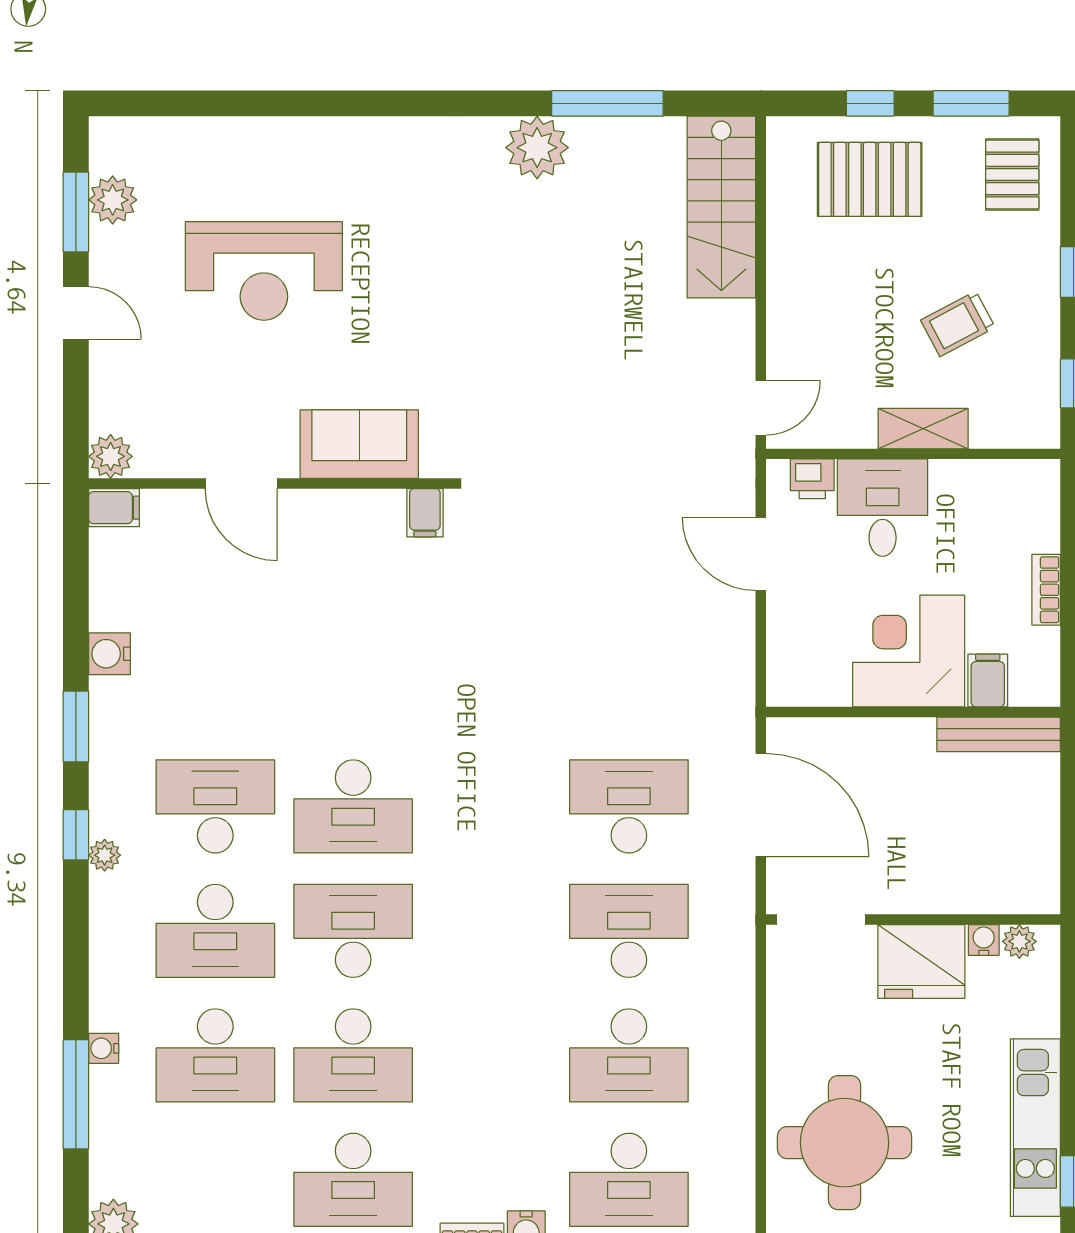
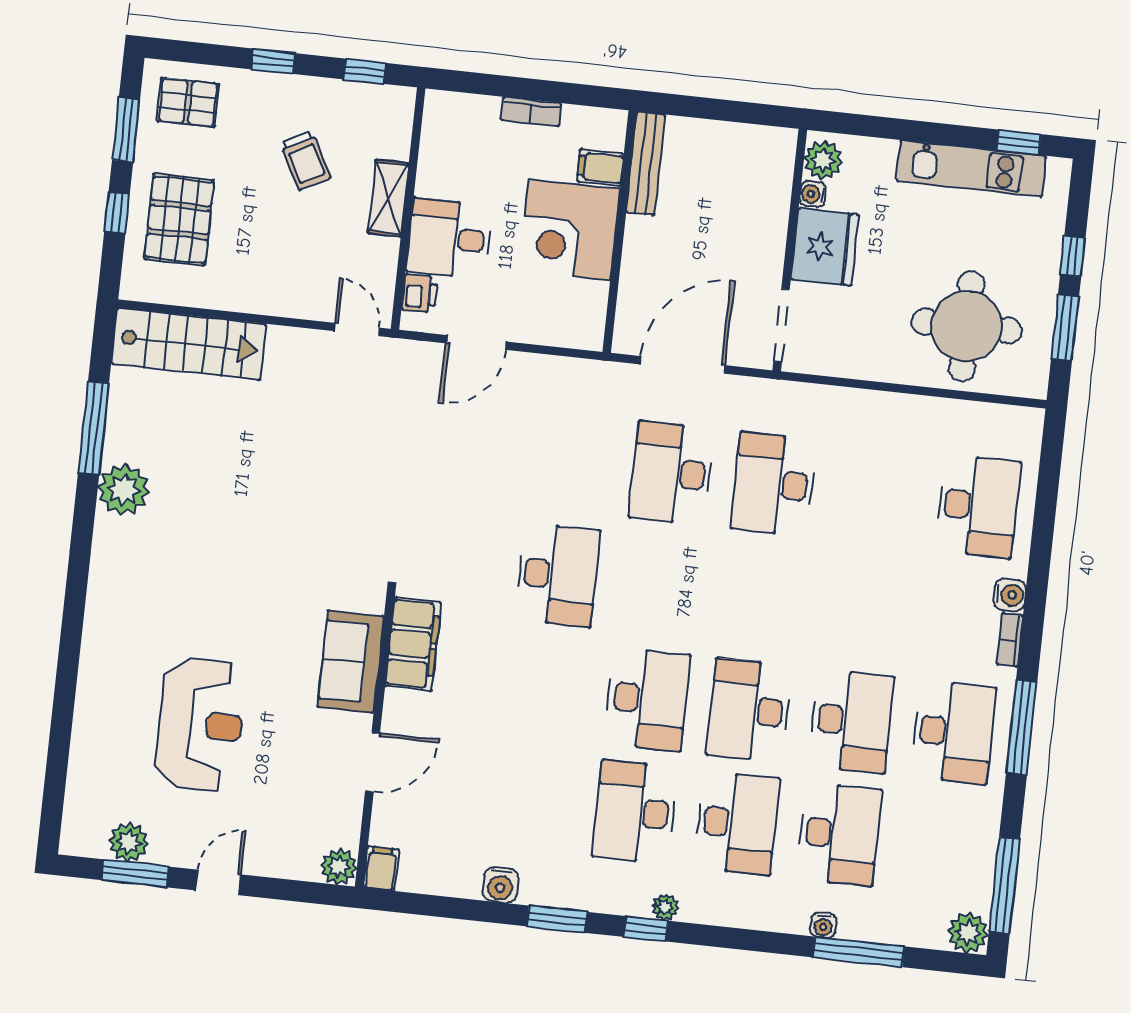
filing cabinet: (425, 513) -> (413, 644), width x3.00, depth x1.17
plant: (1019, 941) -> (823, 160), width x1.38, depth x1.38
desk: (629, 1055) -> (558, 575), moved

